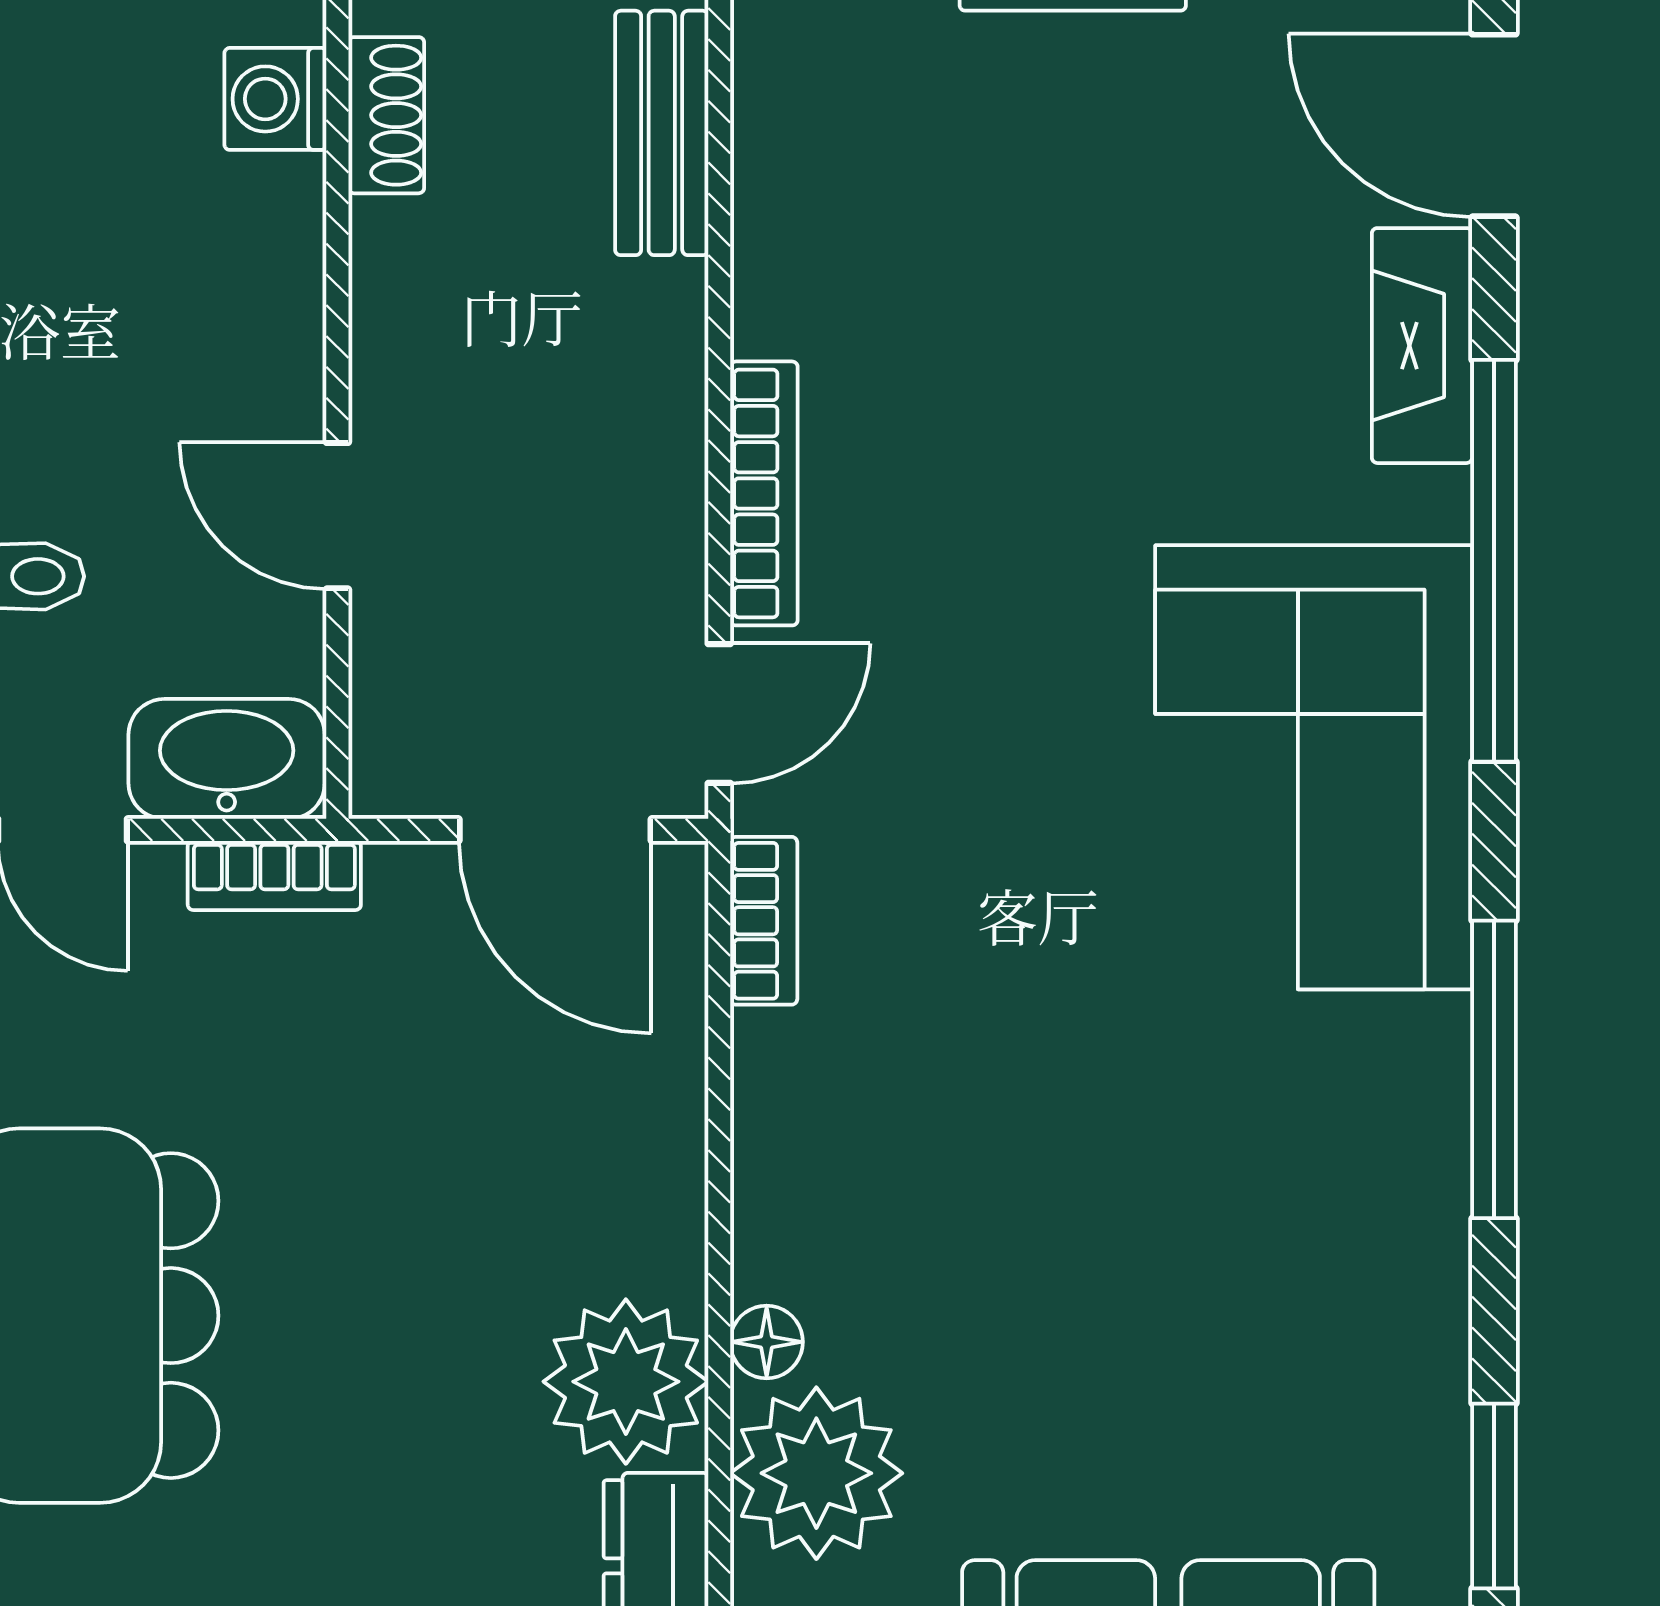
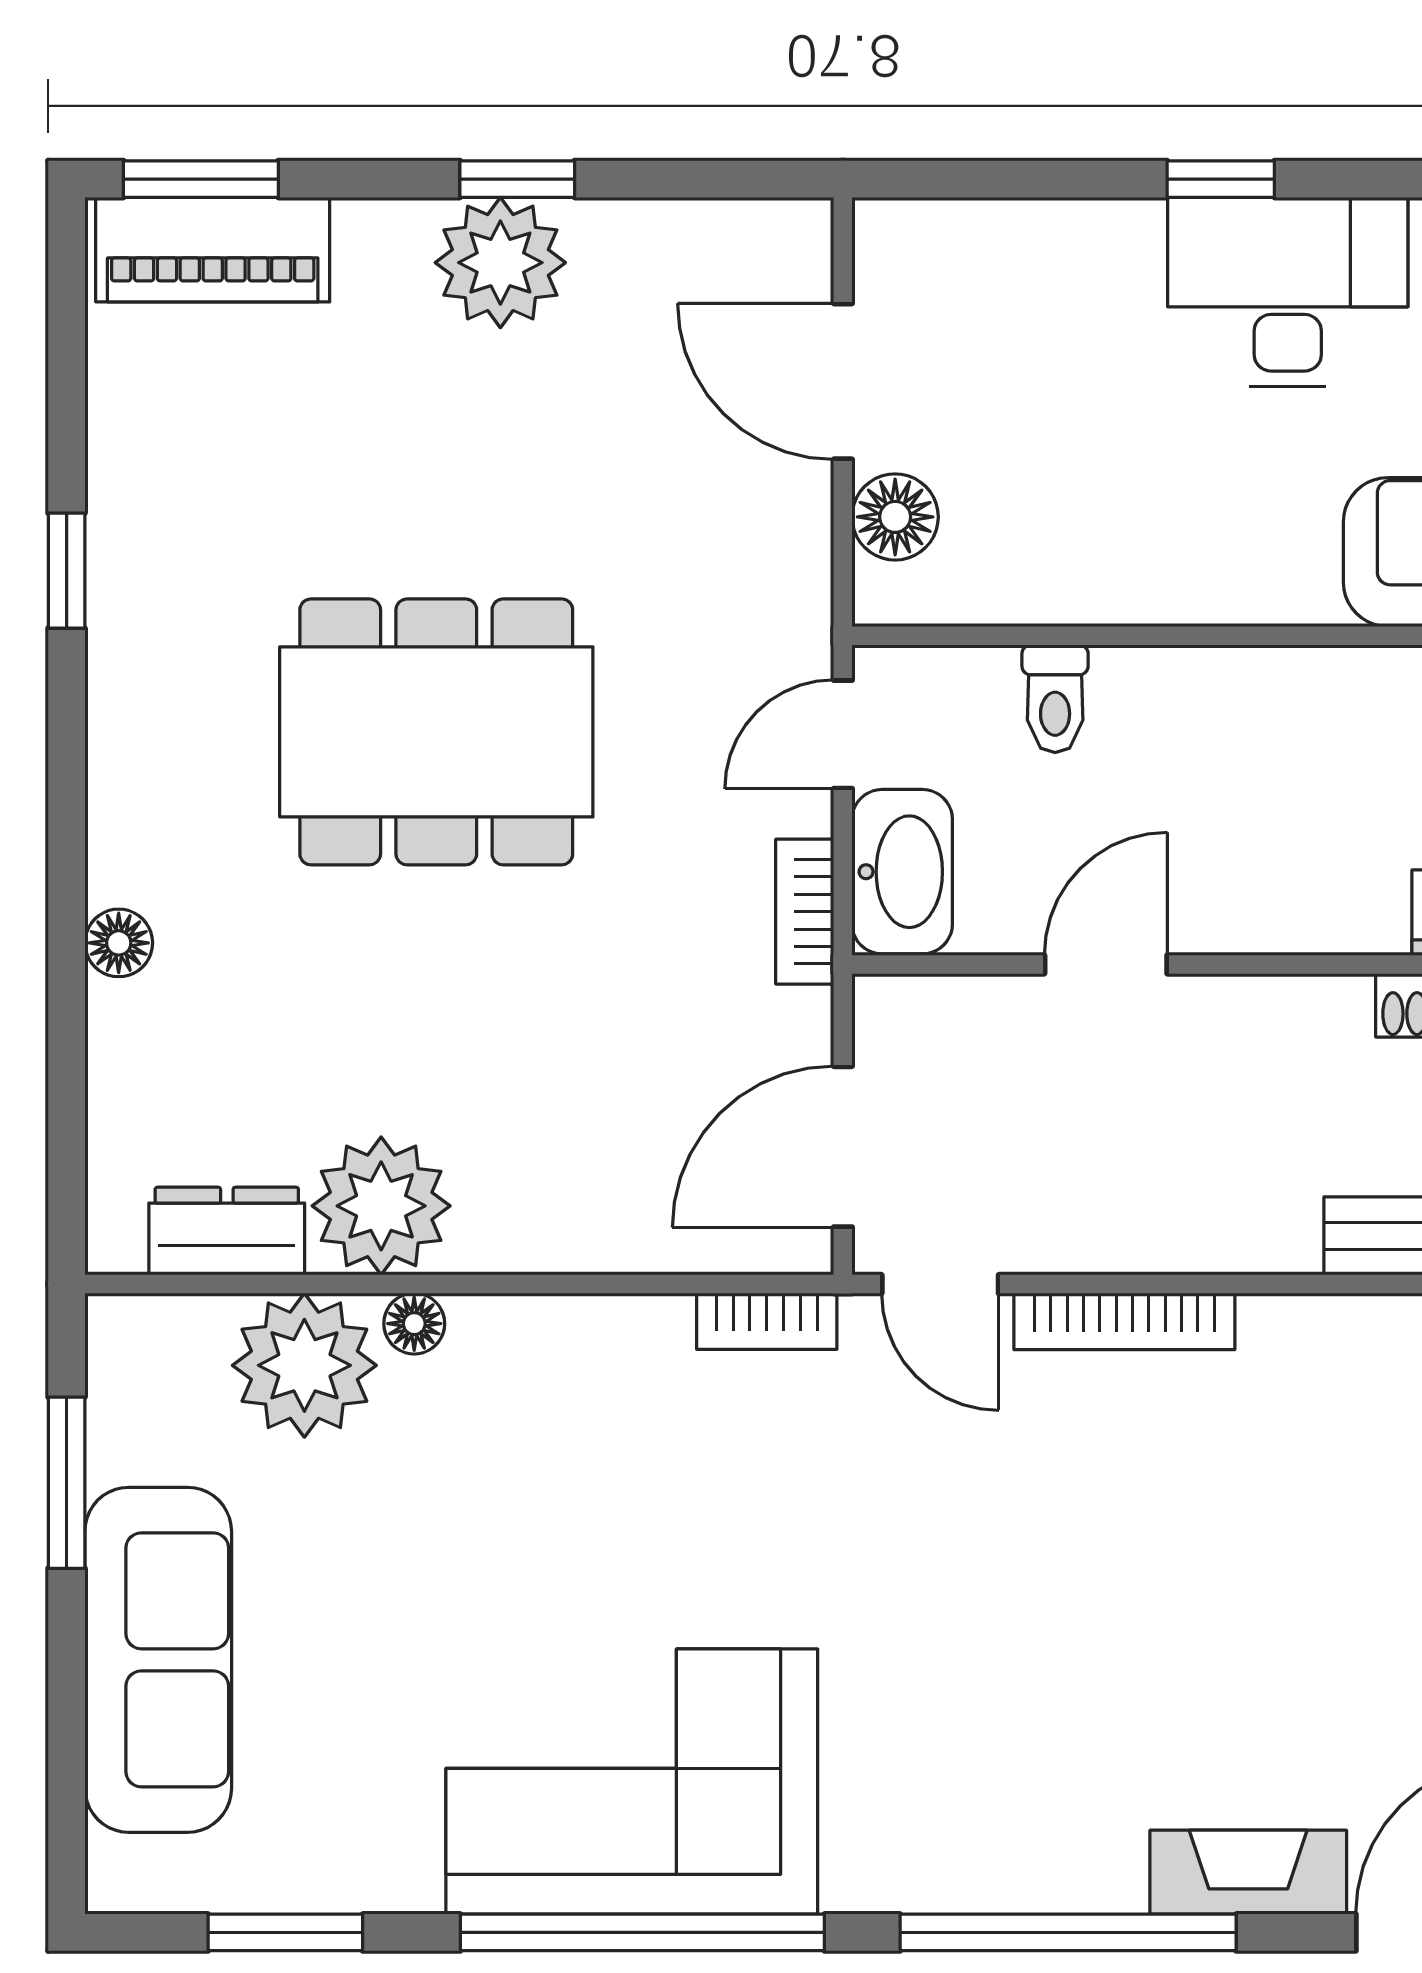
corner sofa: (1314, 767) -> (632, 1782), moved
window: (1494, 1069) -> (642, 1932), width x1.46

